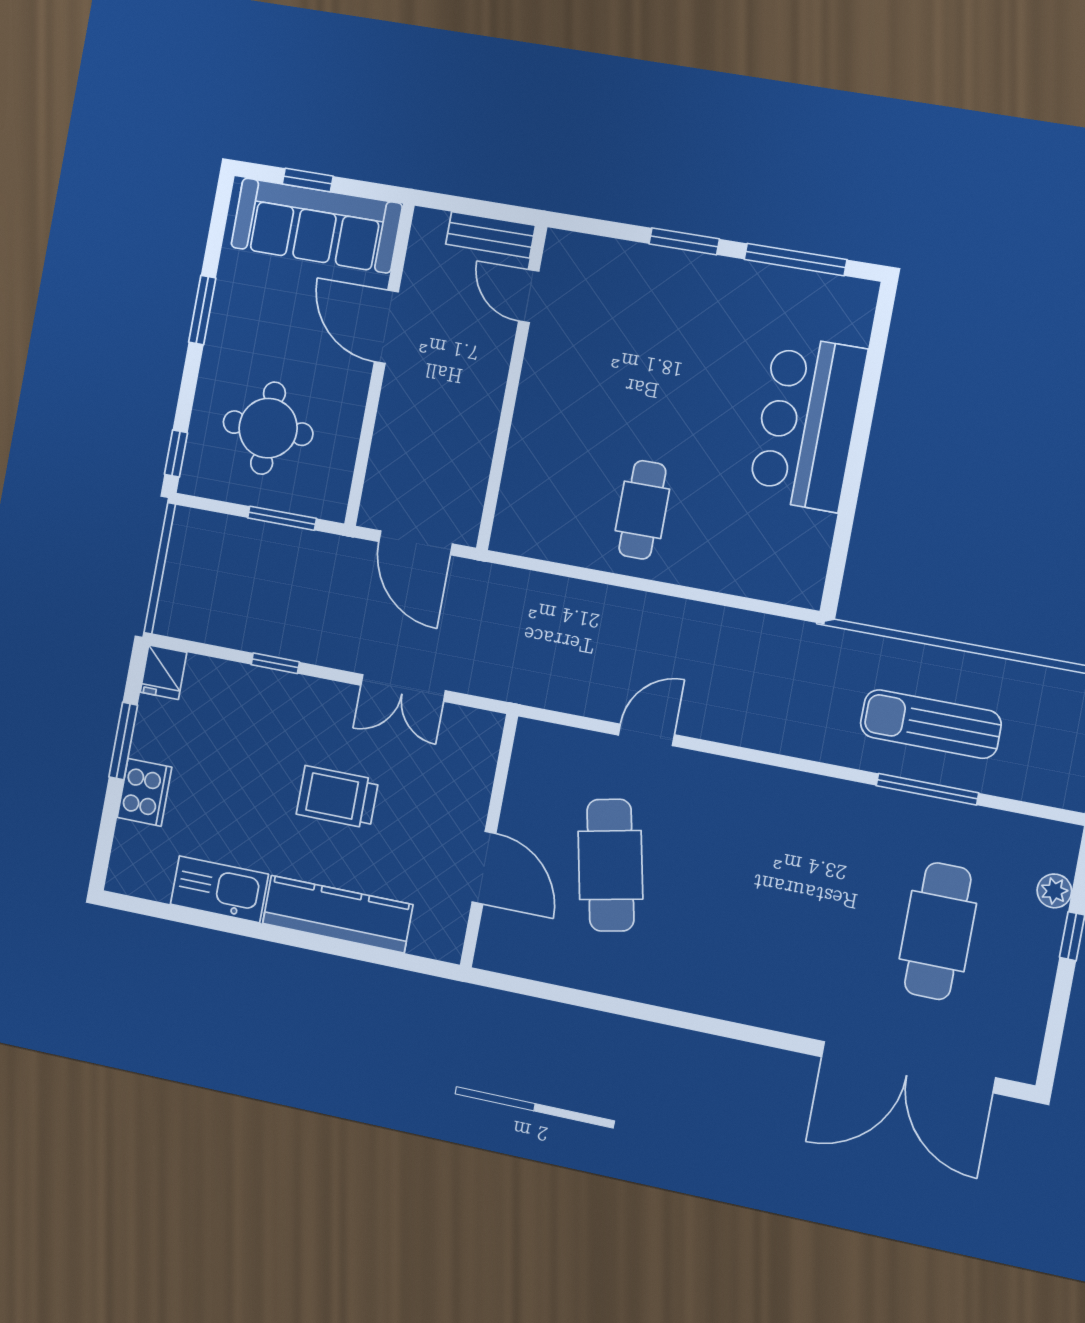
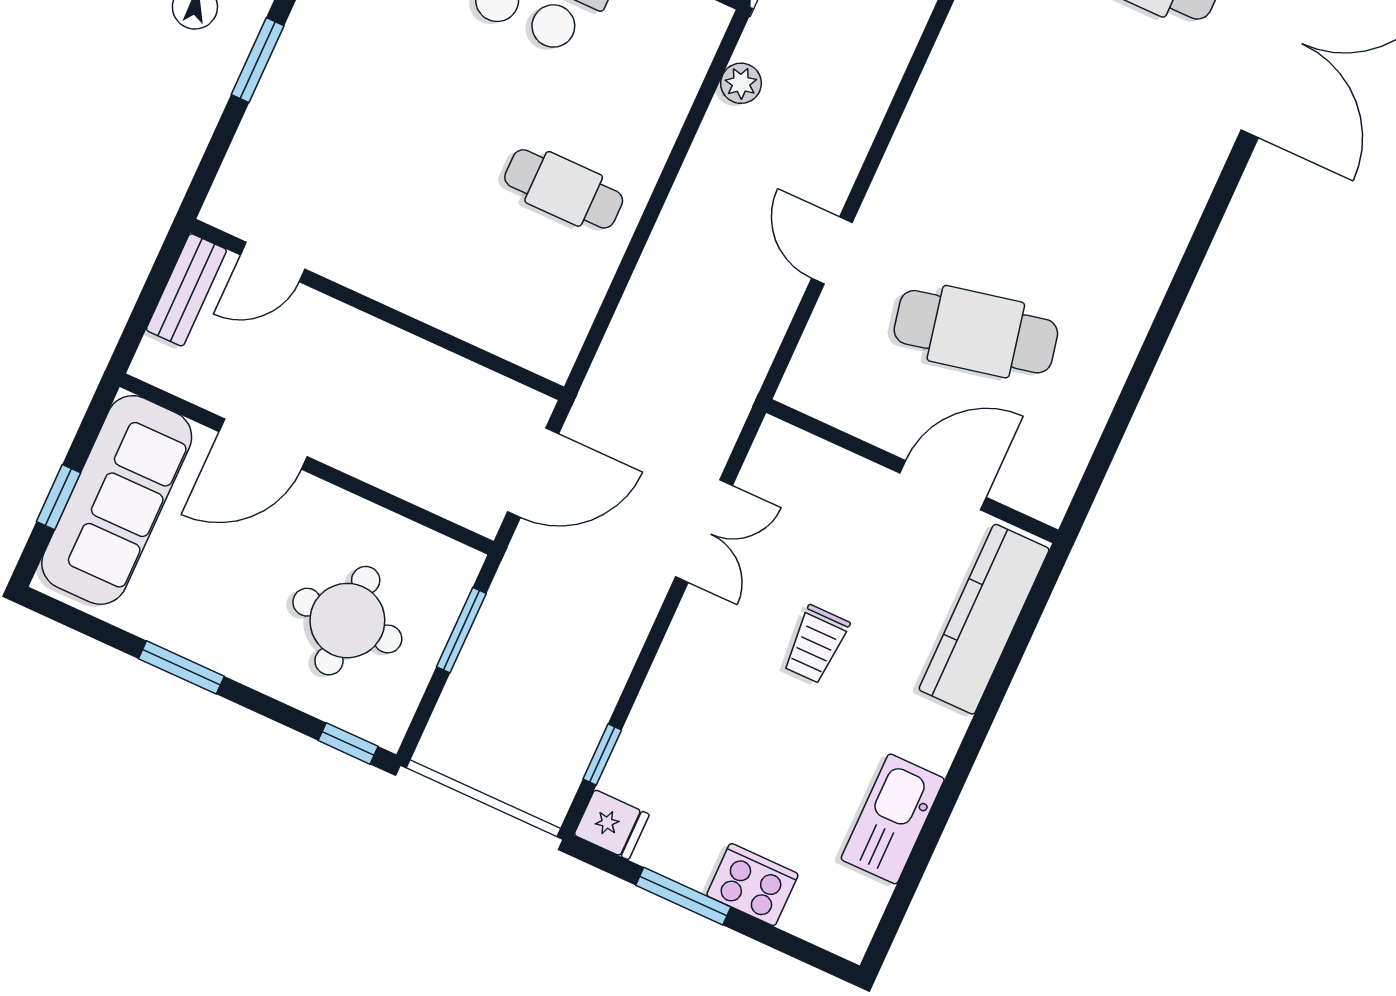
plant: (761, 630) -> (741, 83), added
window: (275, 663) -> (602, 754), moved
trolley: (337, 797) -> (816, 644), width x0.73, depth x0.72
kitchen counter: (338, 914) -> (984, 619), moved

